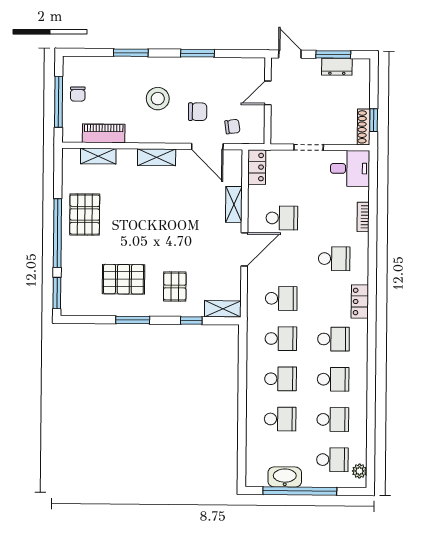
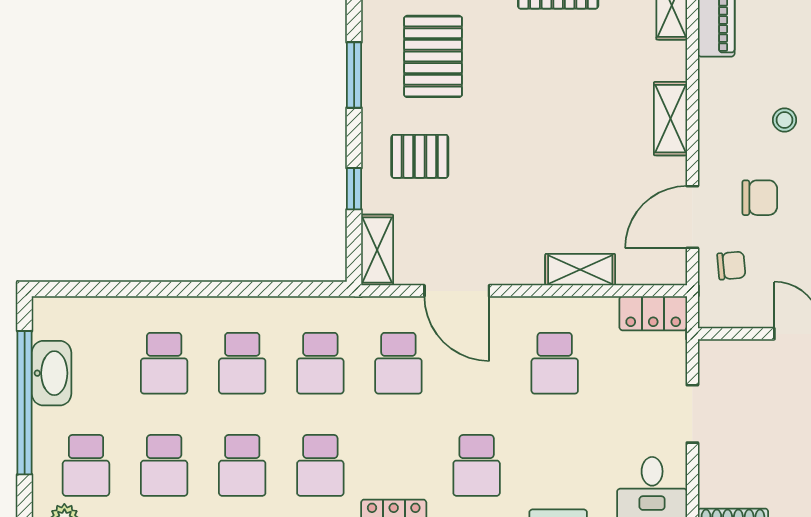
stool: (158, 99) -> (785, 120), width x0.53, depth x0.53
chair: (198, 112) -> (760, 198), turned -90
chair: (232, 127) -> (731, 266), turned -87
door: (244, 249) -> (457, 291), moved

